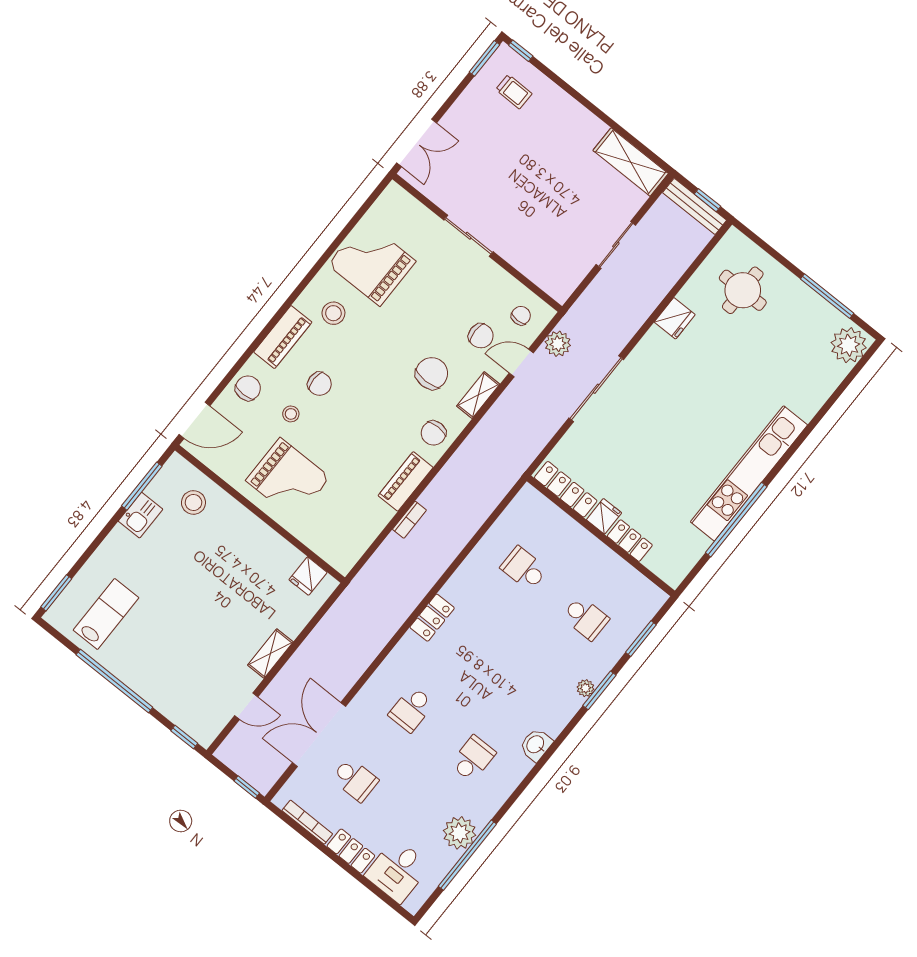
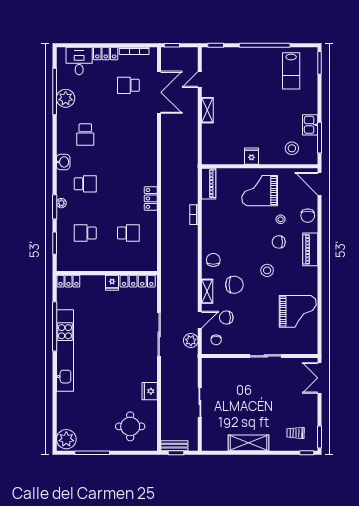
shelving: (631, 162) -> (249, 443), moved
bench: (695, 206) -> (174, 446), width x0.73
stool: (333, 313) -> (267, 270), moved
chair: (432, 373) -> (234, 285), turned -90
door: (195, 420) -> (320, 184), hinge flipped
piano: (406, 481) -> (209, 184), moved
locker: (630, 541) -> (68, 281), moved
fridge: (308, 576) -> (251, 156), moved
locker: (432, 618) -> (151, 198), moved
school desk: (411, 709) -> (85, 184), moved, turned 90

